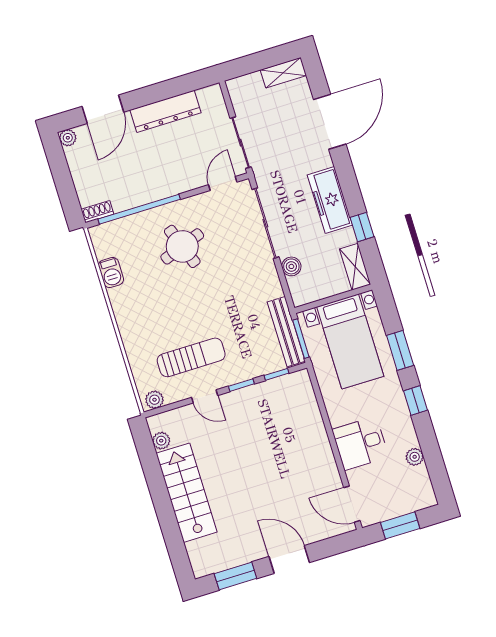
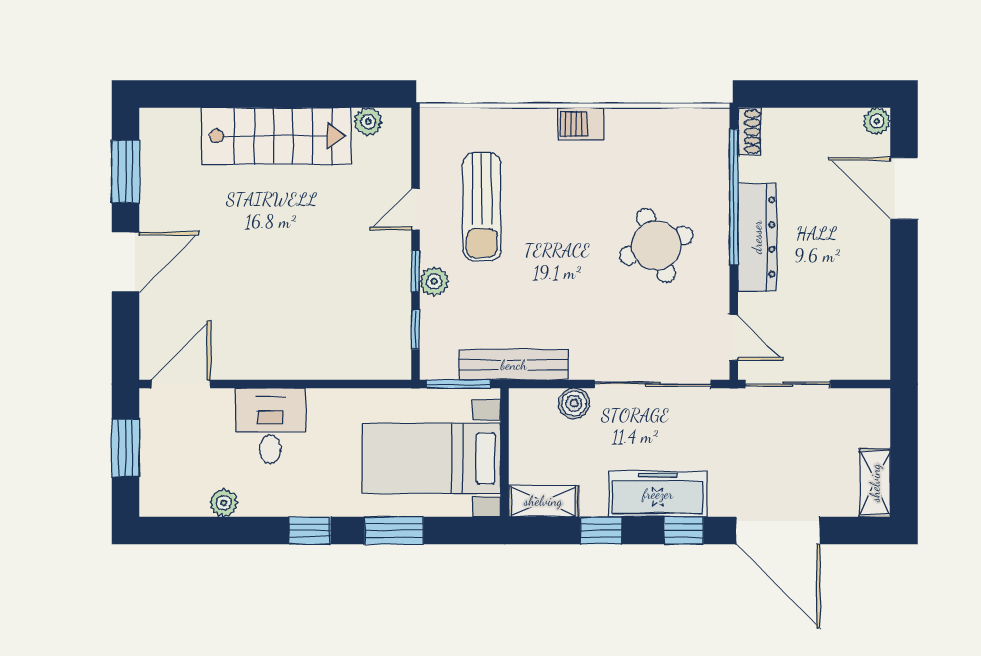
dresser: (166, 111) -> (757, 237), moved, turned 180
window: (347, 178) -> (684, 531), added
barbecue: (111, 273) -> (581, 124), moved
bench: (286, 332) -> (514, 365), moved
plant: (154, 400) -> (434, 281), moved

